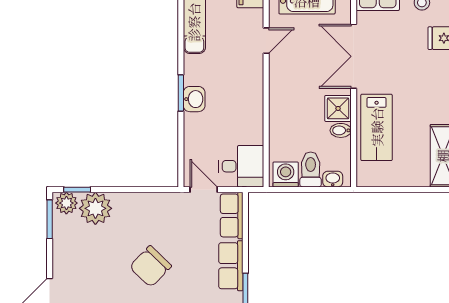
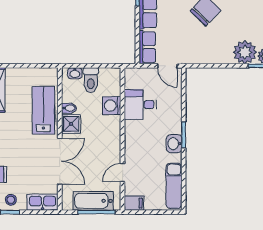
washbasin: (194, 99) -> (174, 144), moved
desk: (241, 166) -> (140, 105), moved
washing machine: (286, 174) -> (112, 106), moved, turned 90

